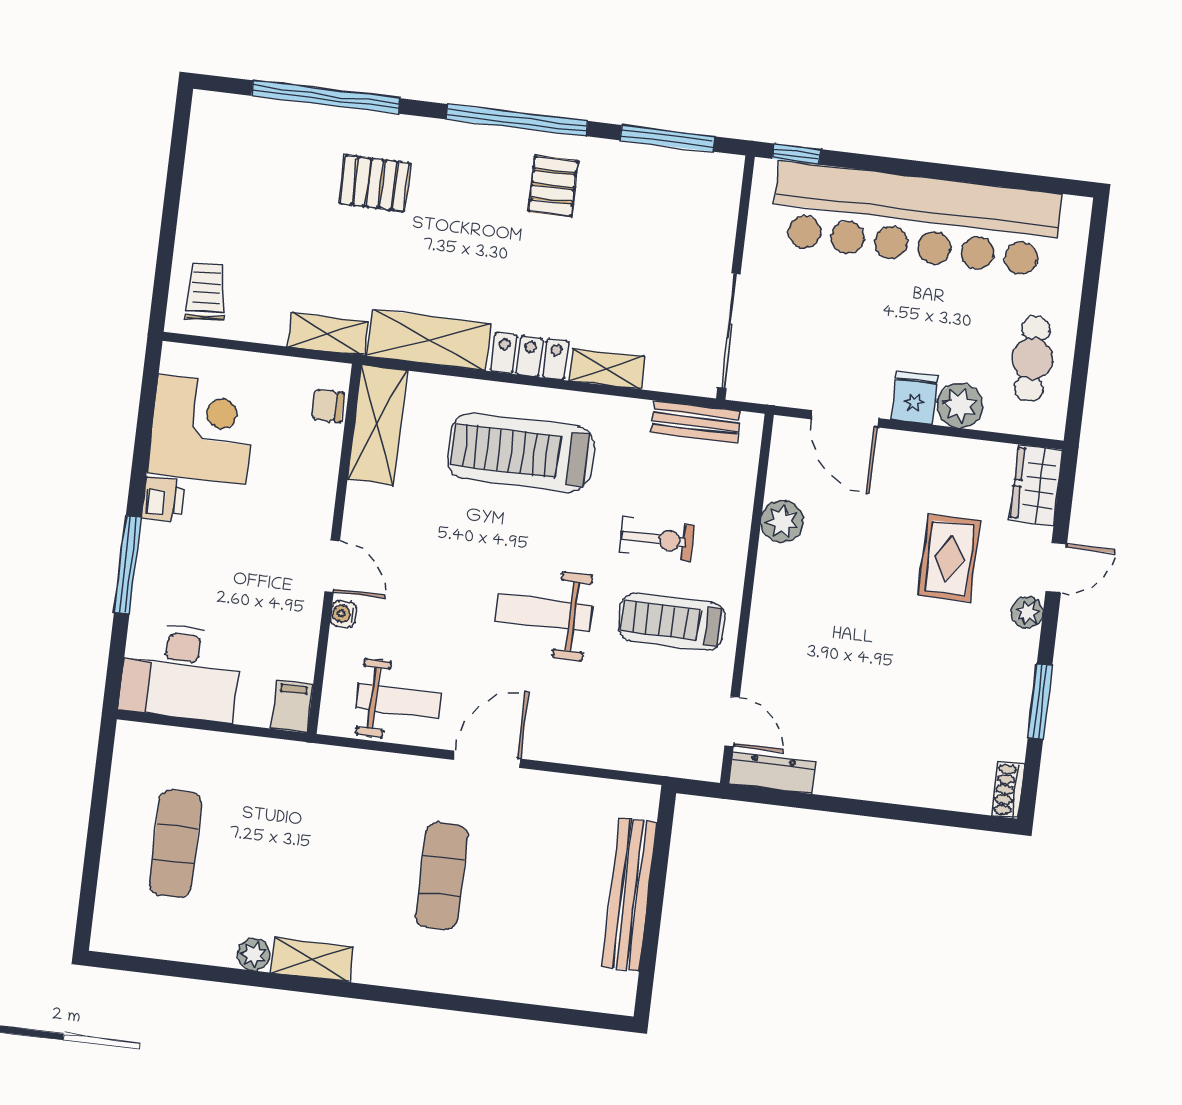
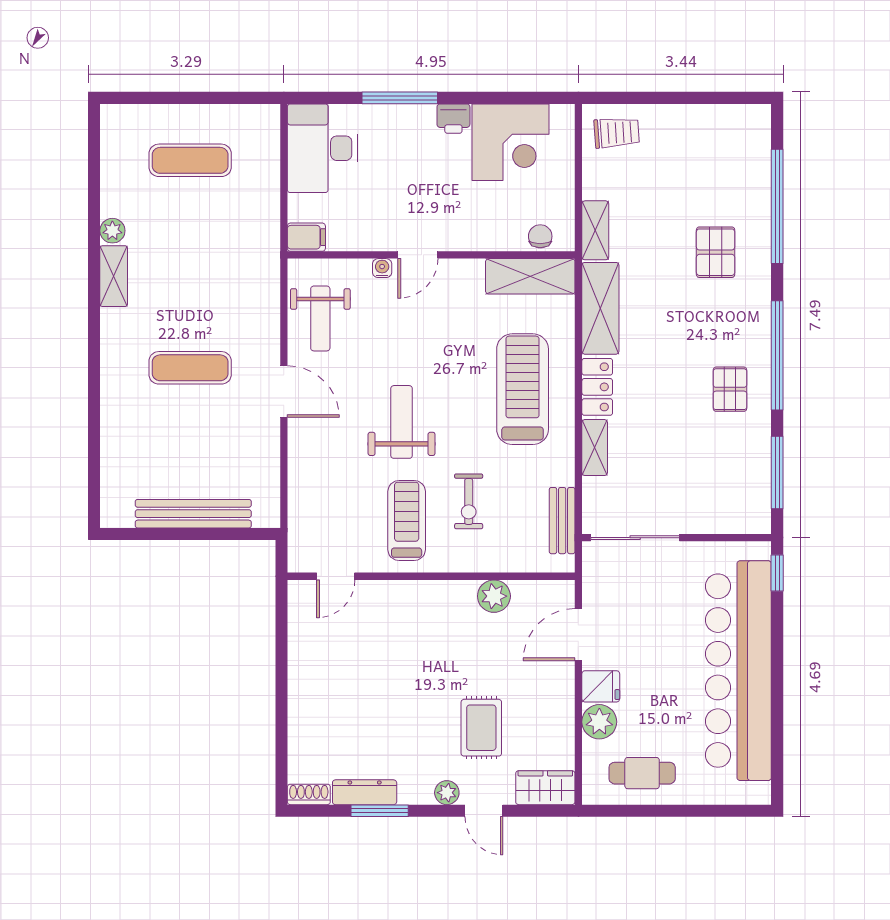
pallet: (553, 186) -> (730, 389), turned 90
rug: (949, 558) -> (481, 728), turned 90
dresser: (772, 773) -> (365, 792), moved, turned -90

